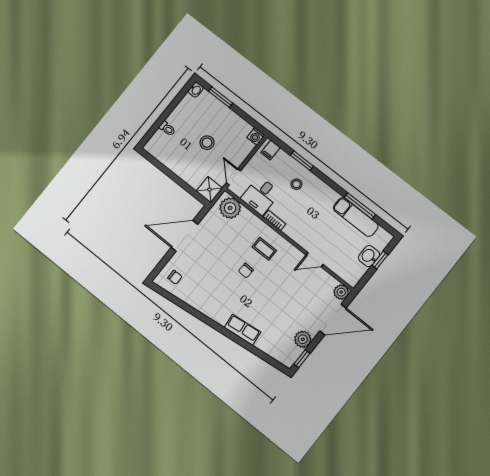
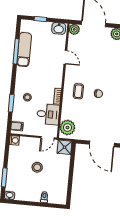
washbasin: (369, 256) -> (59, 28), moved

